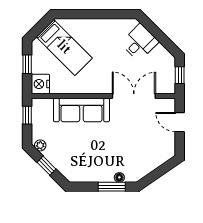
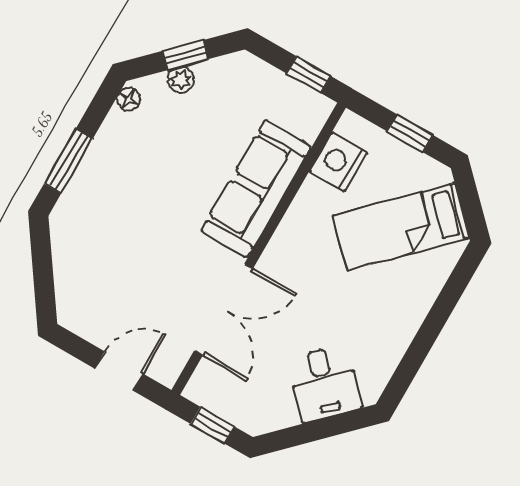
nightstand: (40, 84) -> (338, 162), moved, turned -90
plant: (40, 145) -> (181, 80), moved
floor lamp: (119, 177) -> (129, 99), moved

